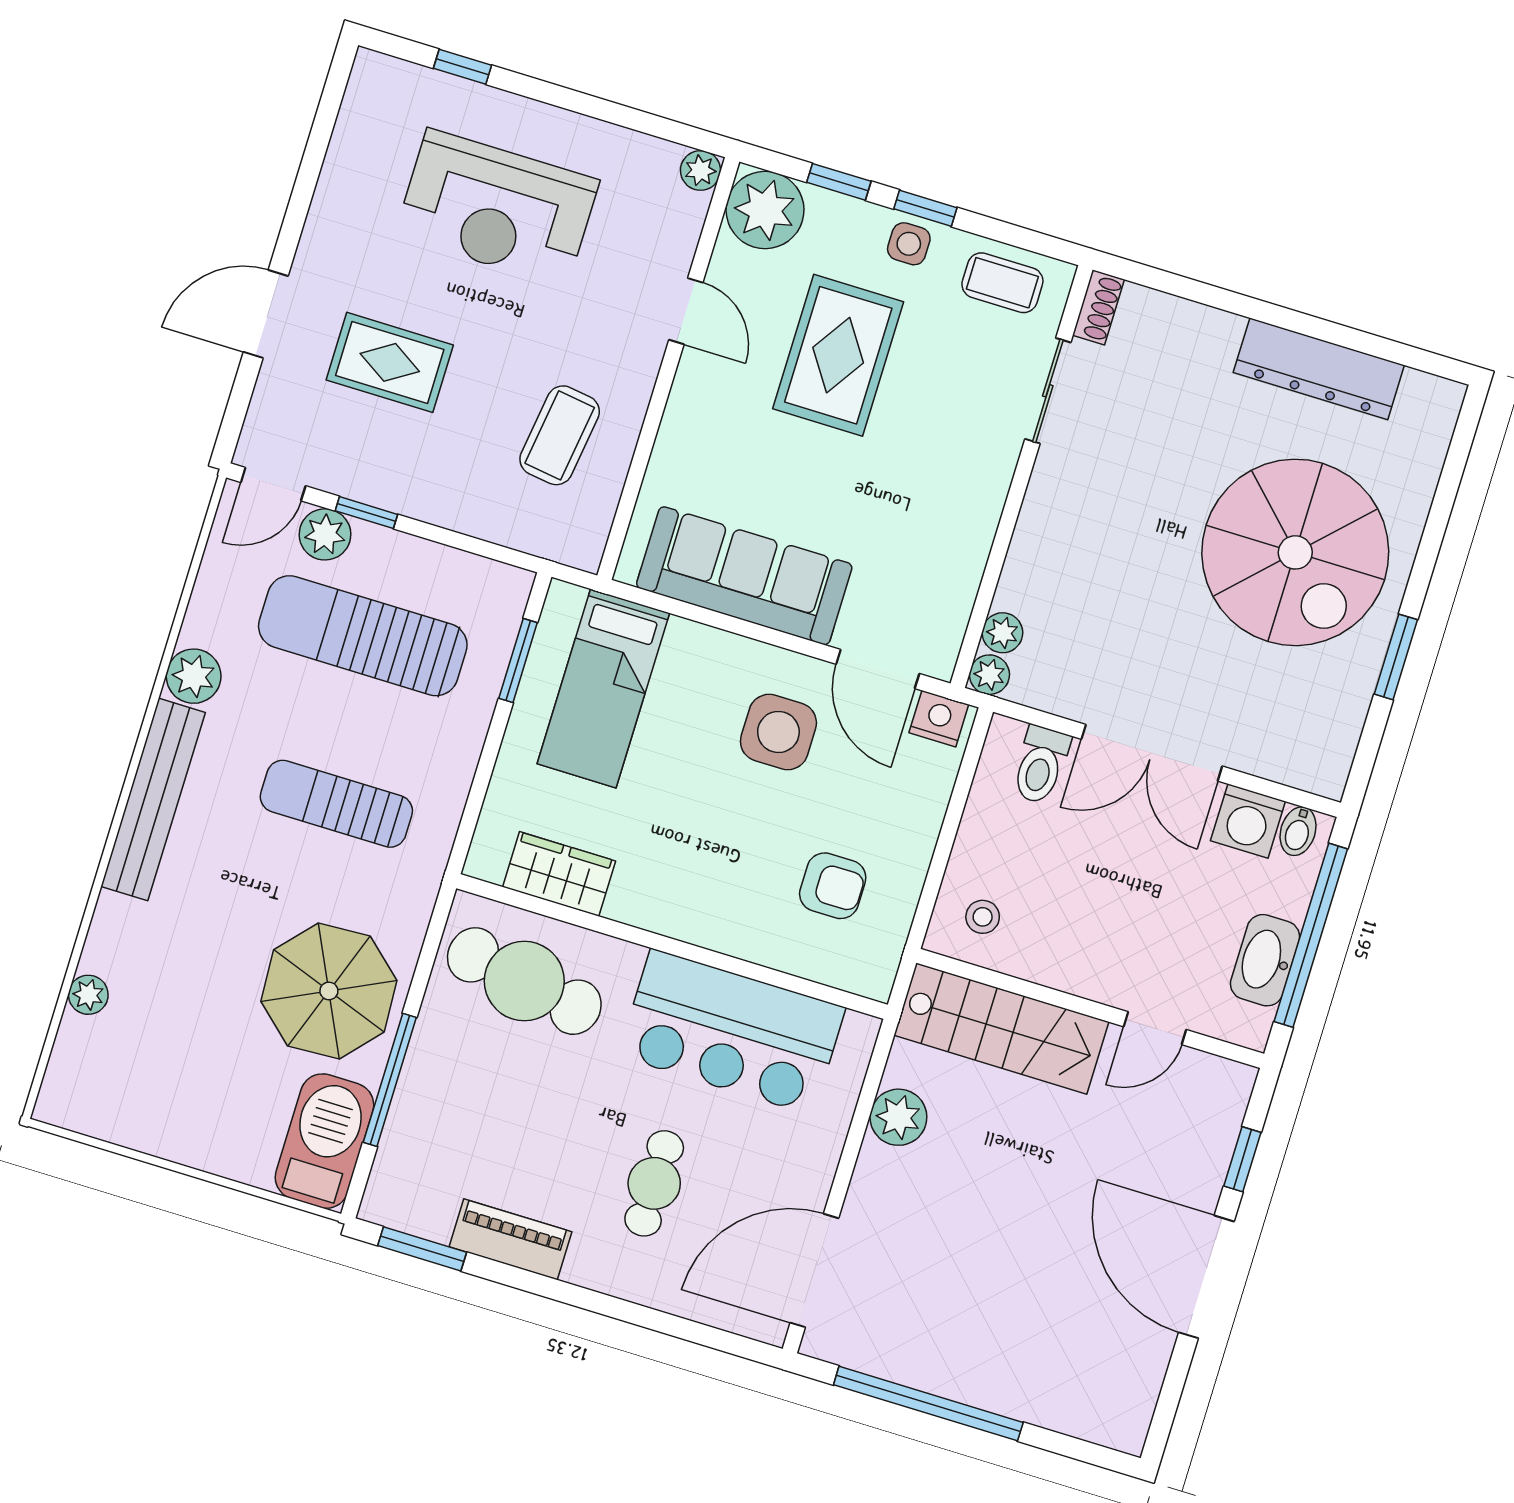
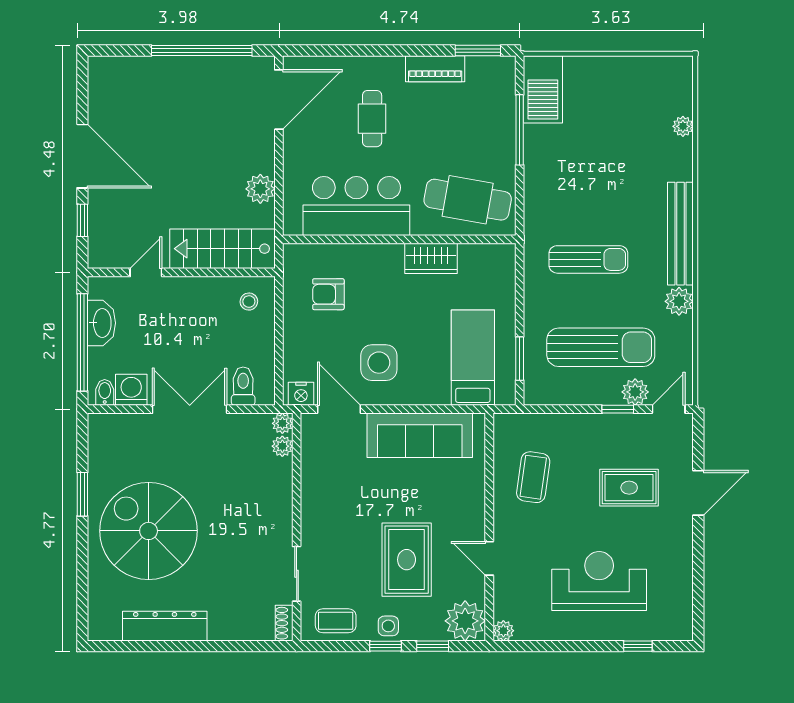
wardrobe: (559, 874) -> (431, 258), moved
parasol: (329, 991) -> (564, 165), removed

